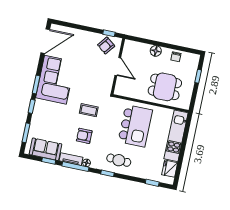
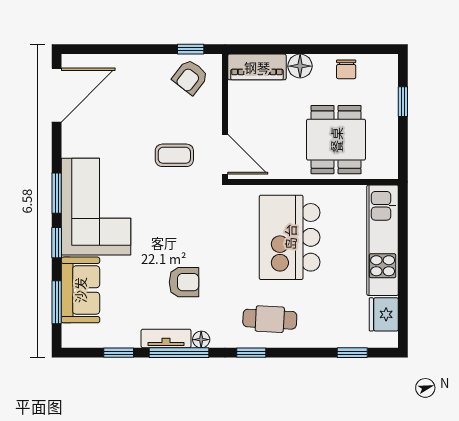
piano: (137, 47) -> (257, 67), added
door: (118, 67) -> (225, 154), moved
corner sofa: (55, 80) -> (96, 207), moved
dining table: (165, 87) -> (336, 140), turned 90
coffee table: (89, 110) -> (174, 155), moved
kitchen island: (135, 126) -> (290, 237), turned 180
armchair: (84, 136) -> (184, 282), turned 180
sofa: (45, 149) -> (80, 290), moved, turned 90

